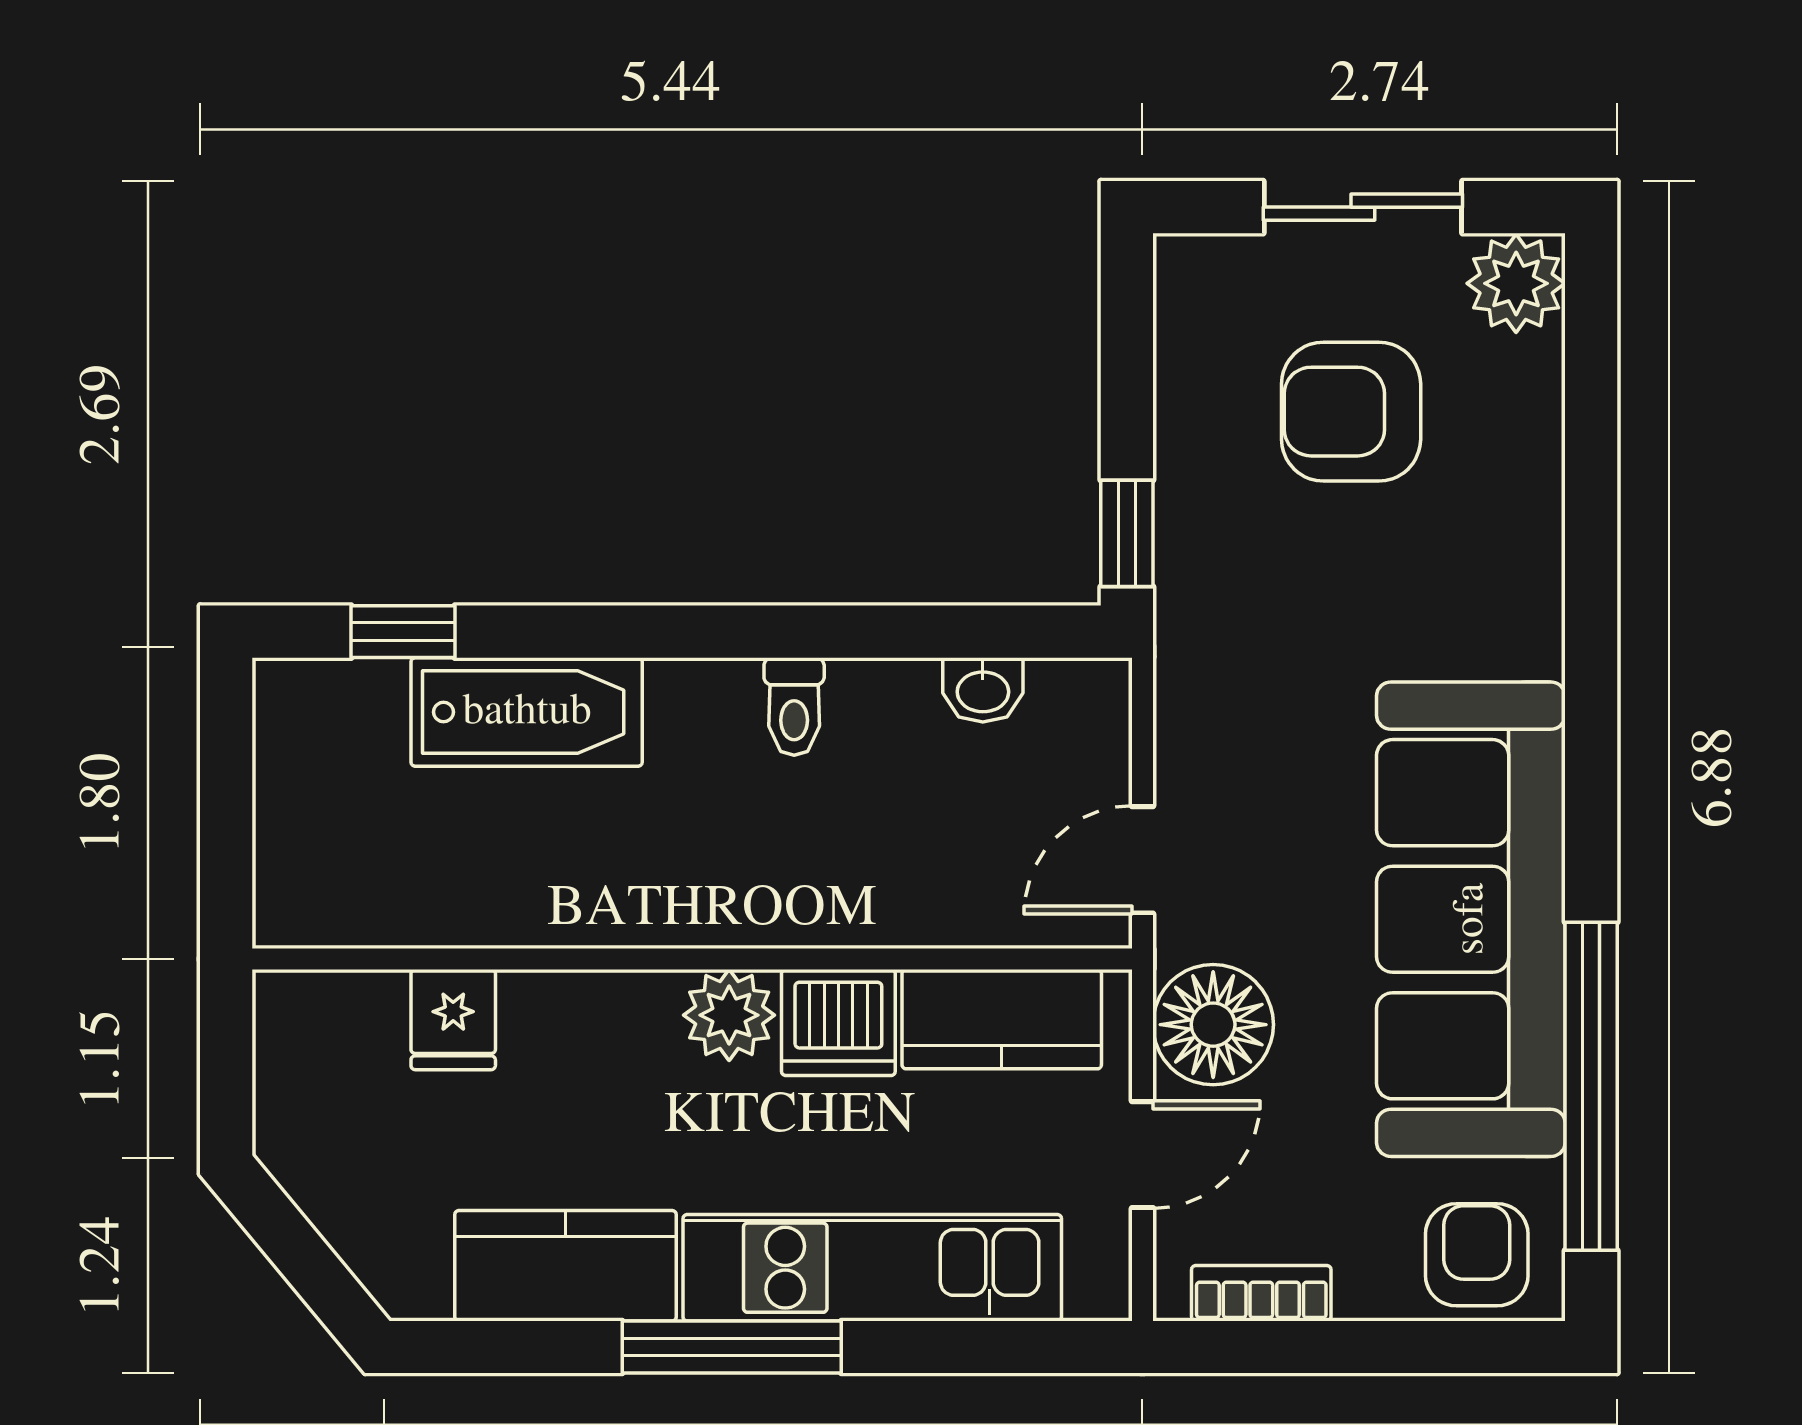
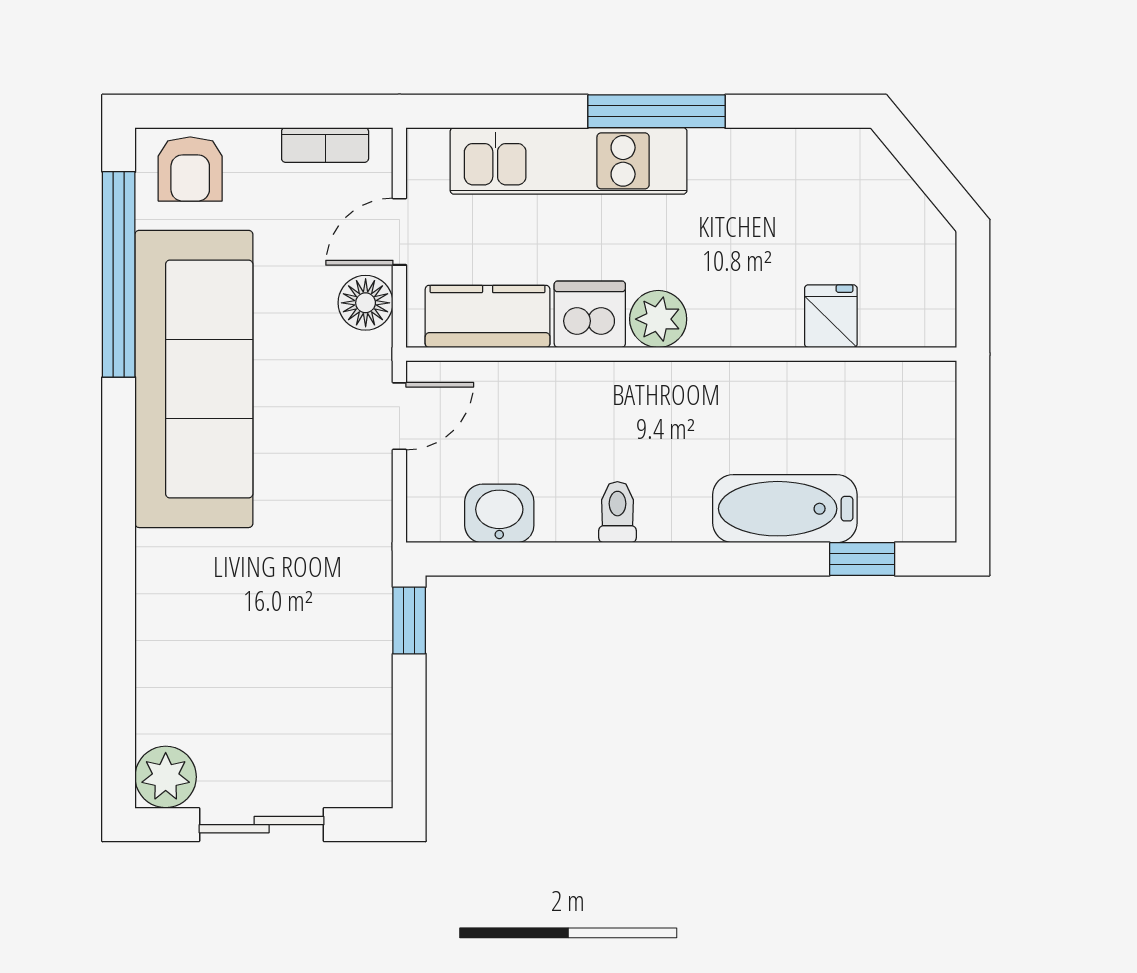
armchair: (1351, 412) -> (269, 697), removed
washbasin: (983, 690) -> (499, 513), width x1.38, depth x1.45
floor lamp: (1213, 1025) -> (366, 303), width x0.73, depth x0.73
kitchen counter: (566, 1266) -> (761, 162), removed

